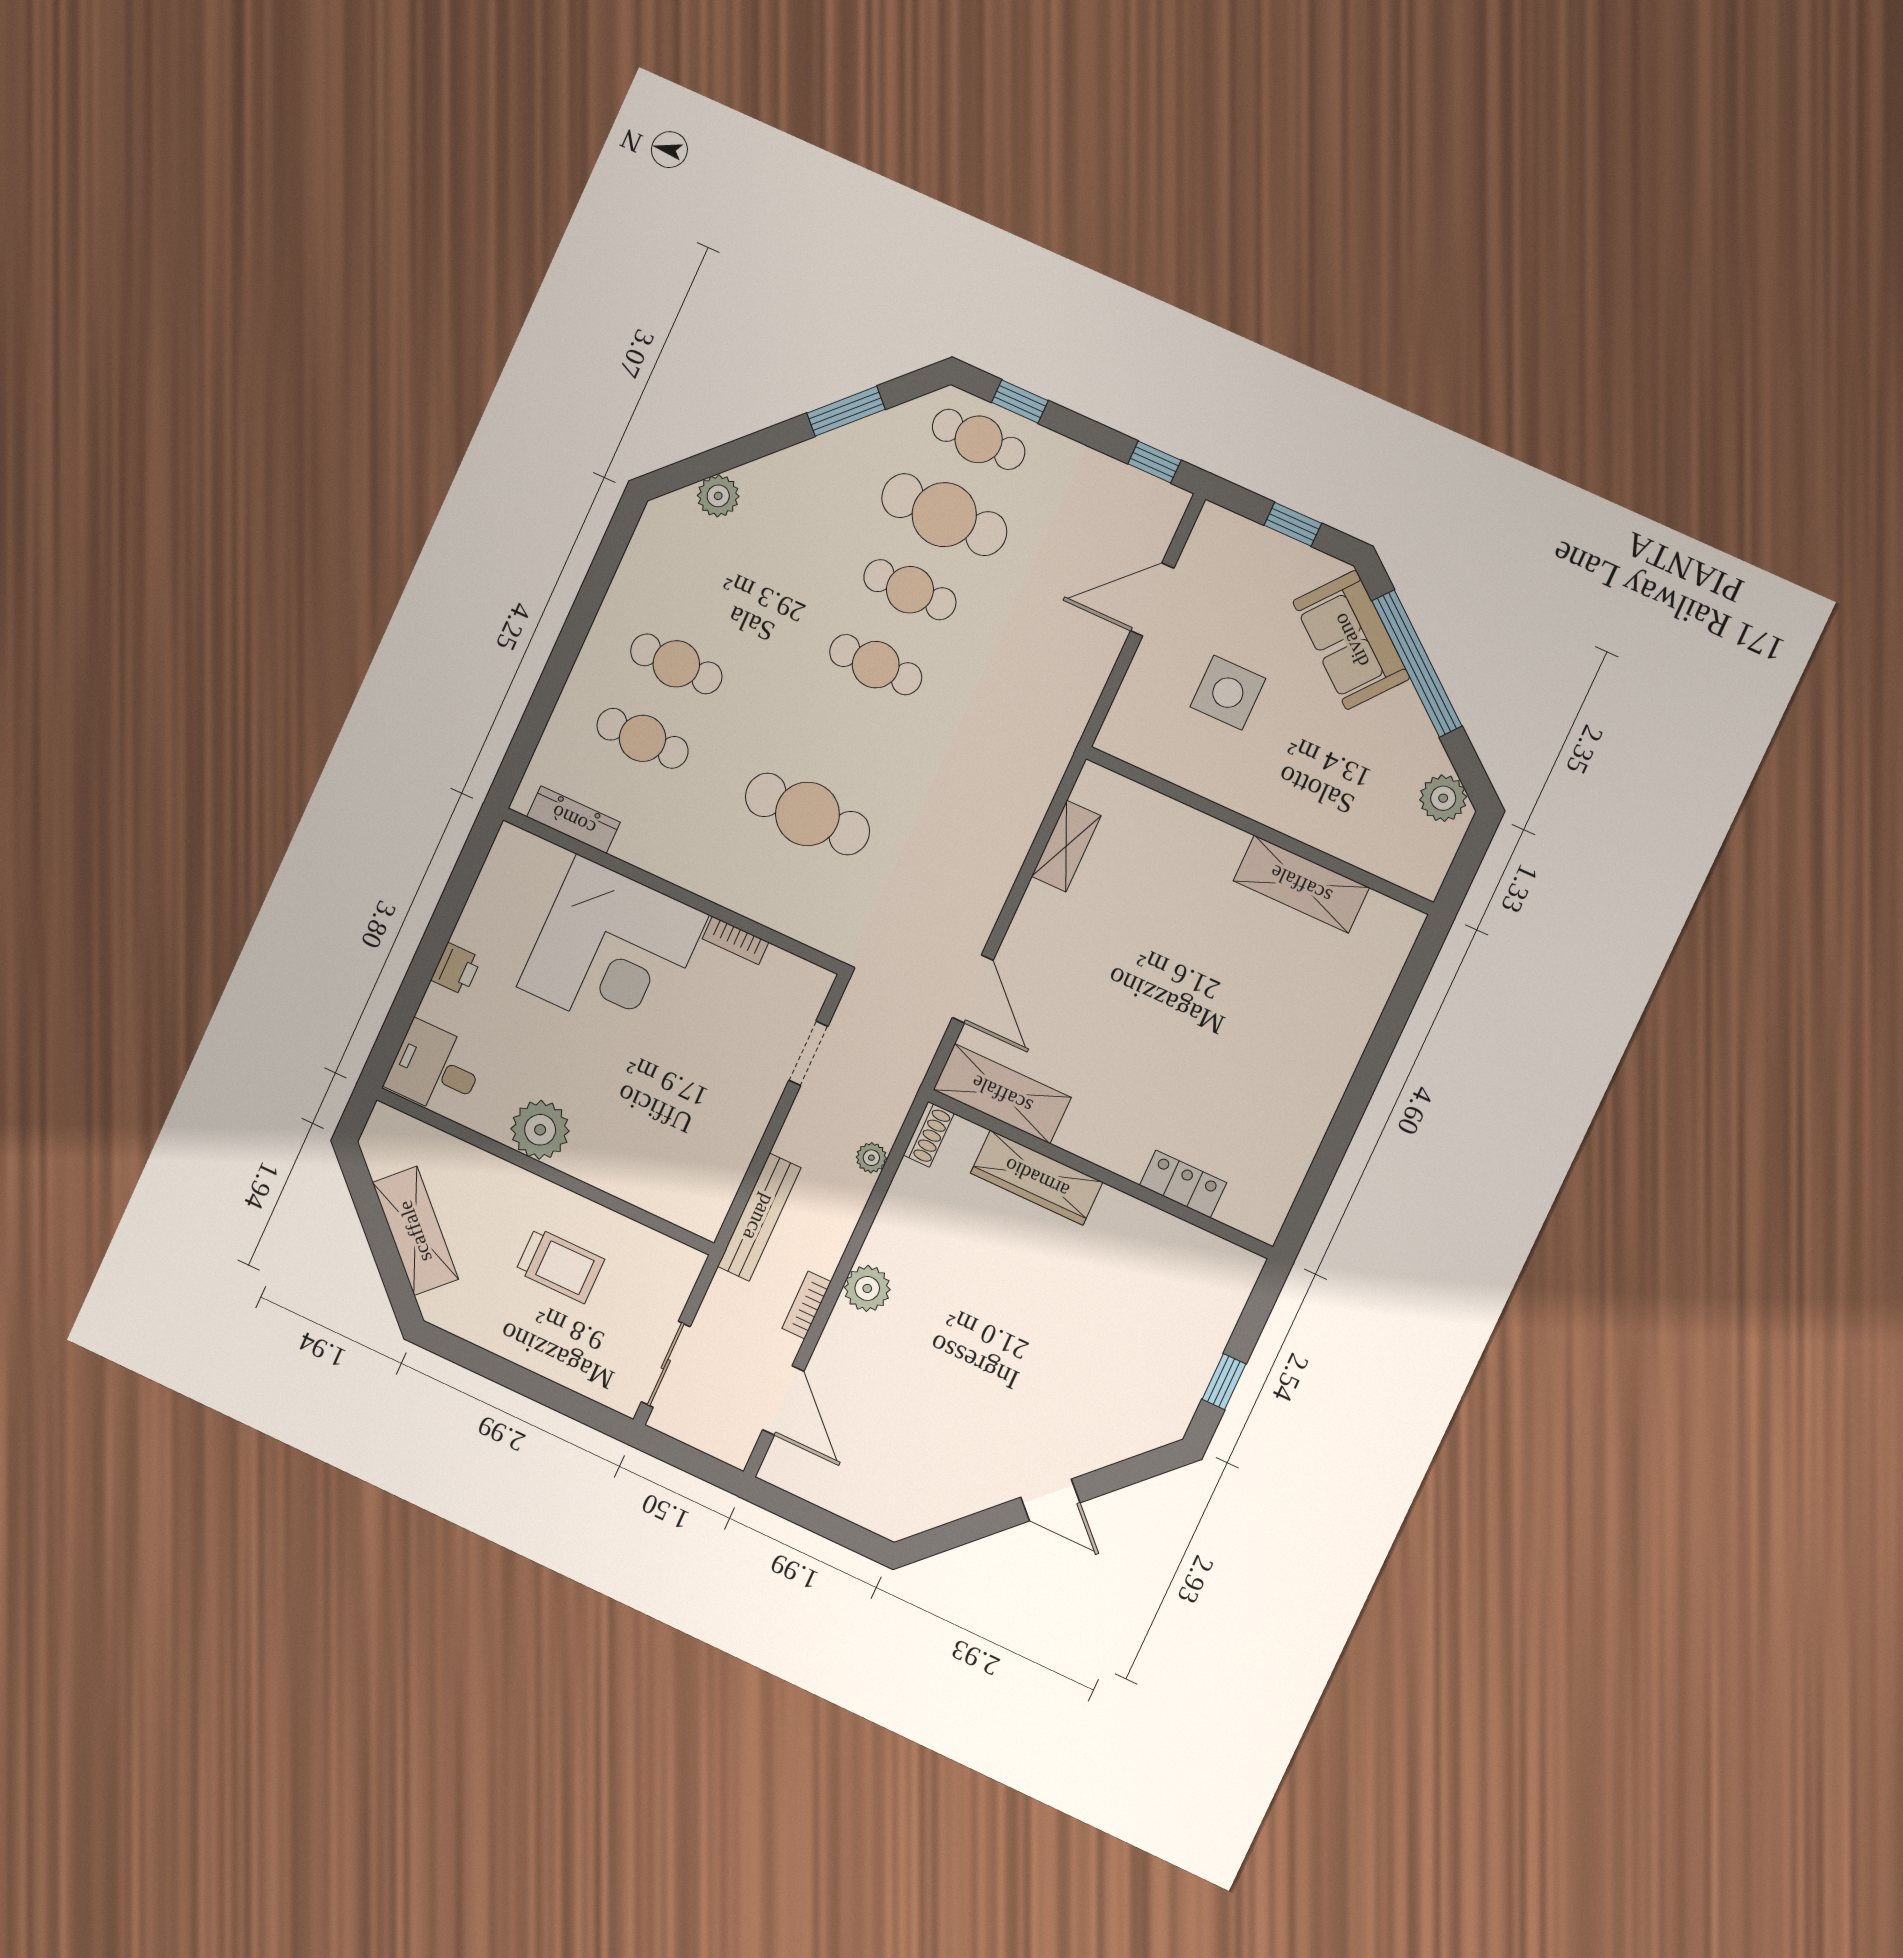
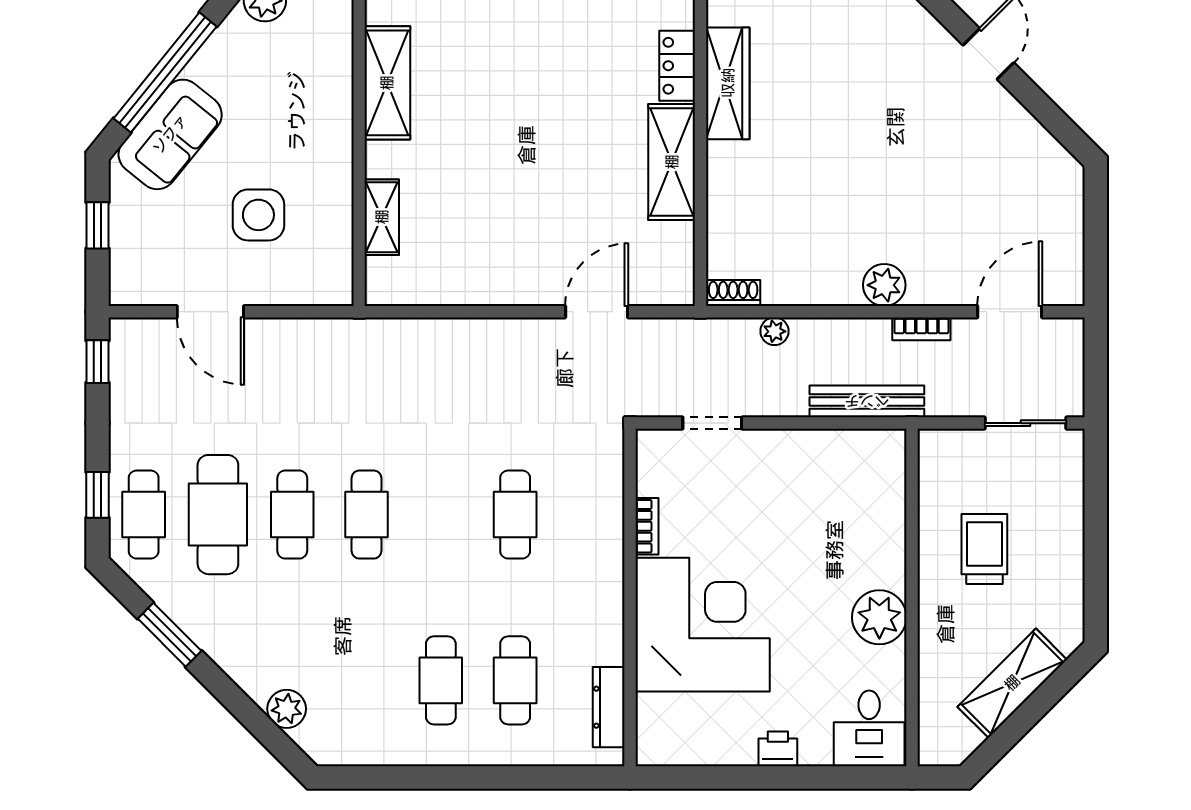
cafe table: (807, 814) -> (515, 515), width x0.73, depth x0.74
shelving: (1066, 846) -> (382, 217), moved, turned 90
shelving: (1002, 1094) -> (672, 162), moved
wardrobe: (1037, 1178) -> (728, 83), moved

